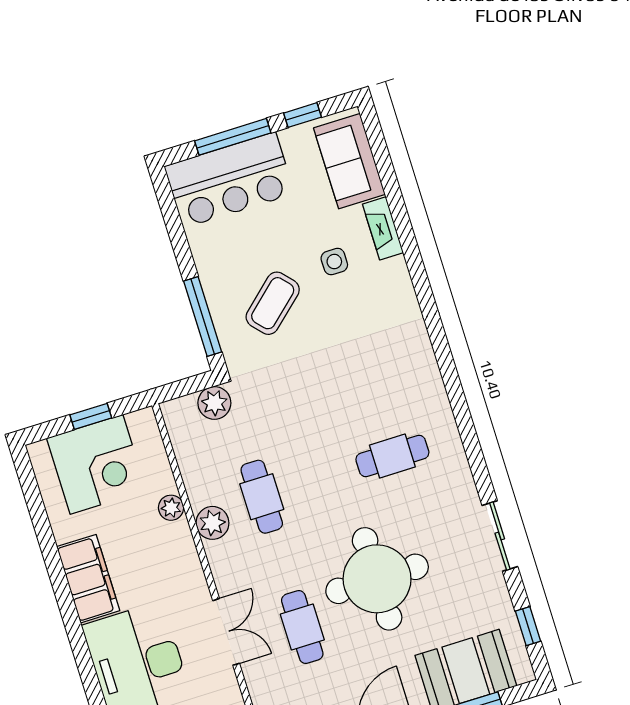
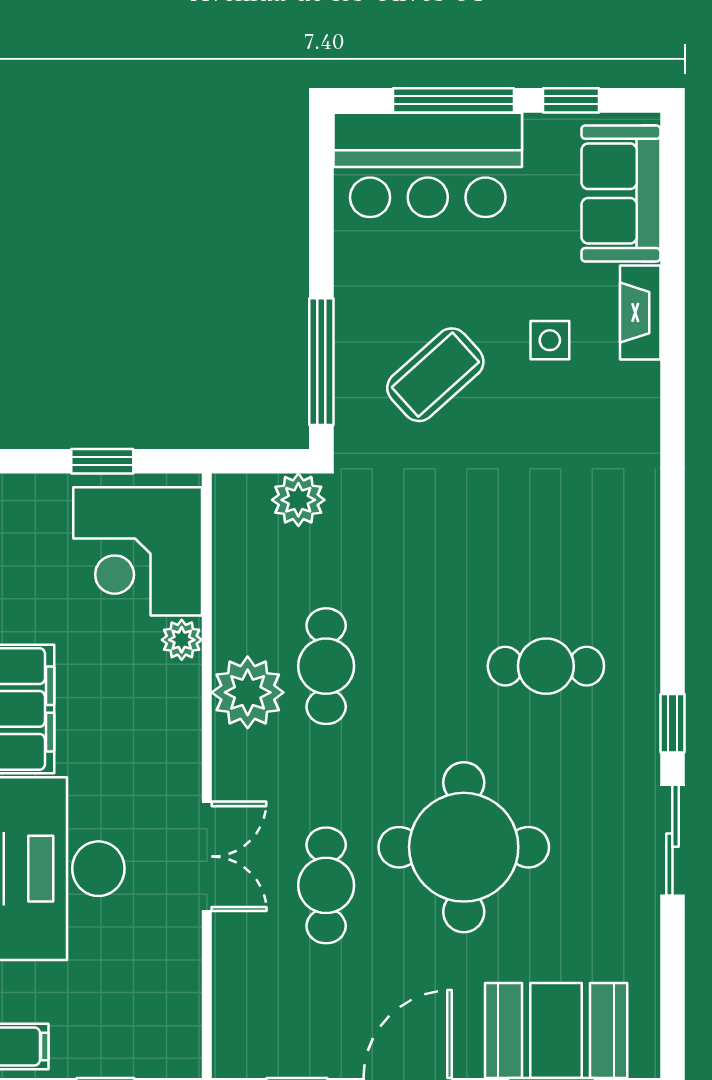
corner desk: (96, 464) -> (138, 551), moved, turned 90
plant: (212, 523) -> (248, 692), width x1.36, depth x1.36
window: (528, 626) -> (672, 723), moved

